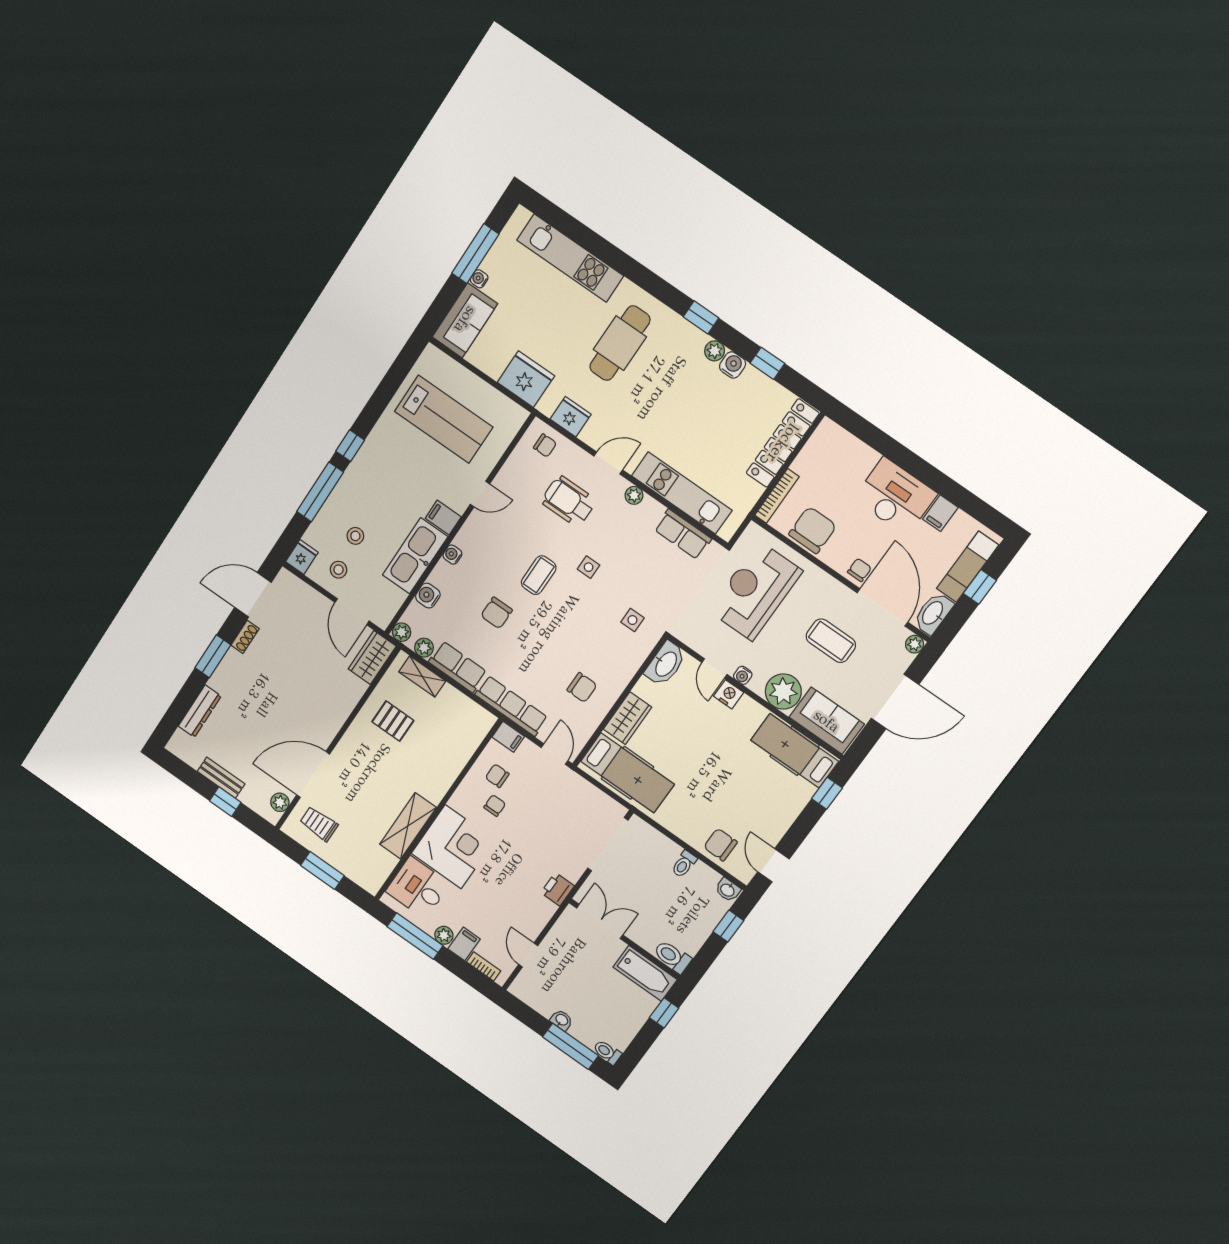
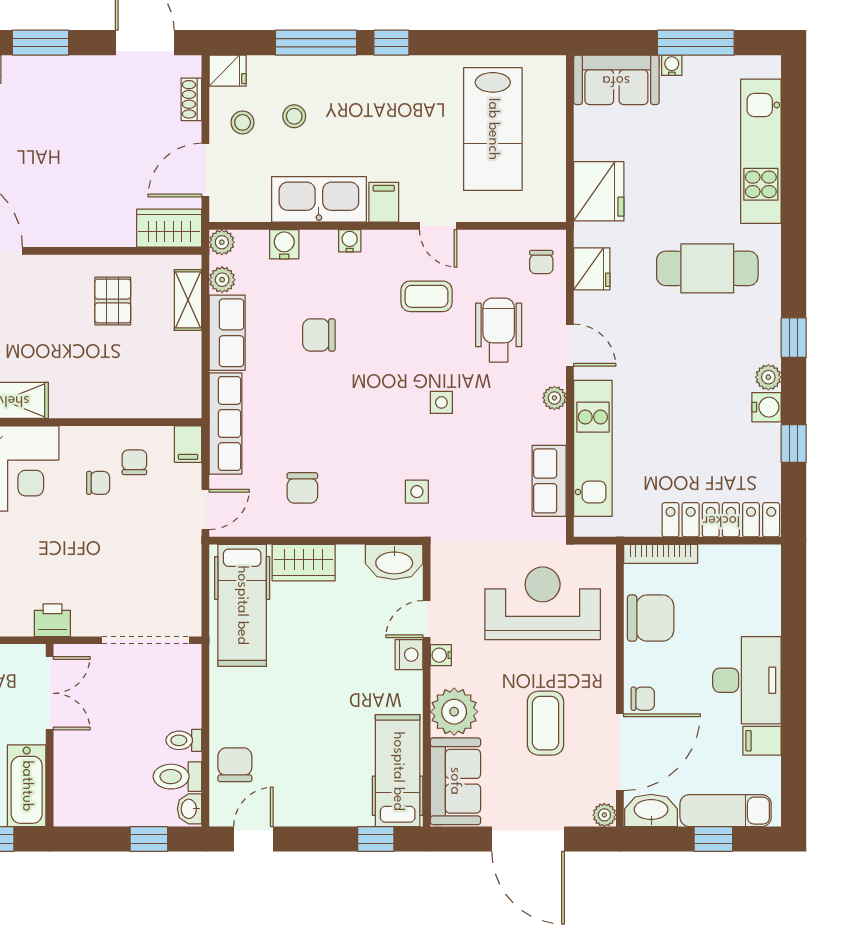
coffee table: (539, 575) -> (426, 296), moved
shoe rack: (245, 637) -> (191, 99), moved, turned 90
toilet: (672, 957) -> (177, 777), moved, turned -90

